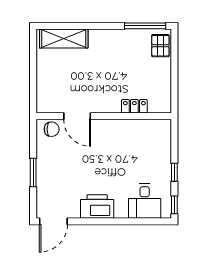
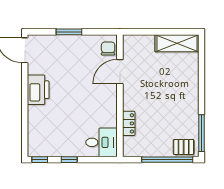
shelving: (64, 39) -> (177, 43), moved, turned 90
window: (174, 64) -> (167, 160), added
chair: (52, 129) -> (108, 49), turned 180
desk: (145, 201) -> (102, 142), moved, turned 180

